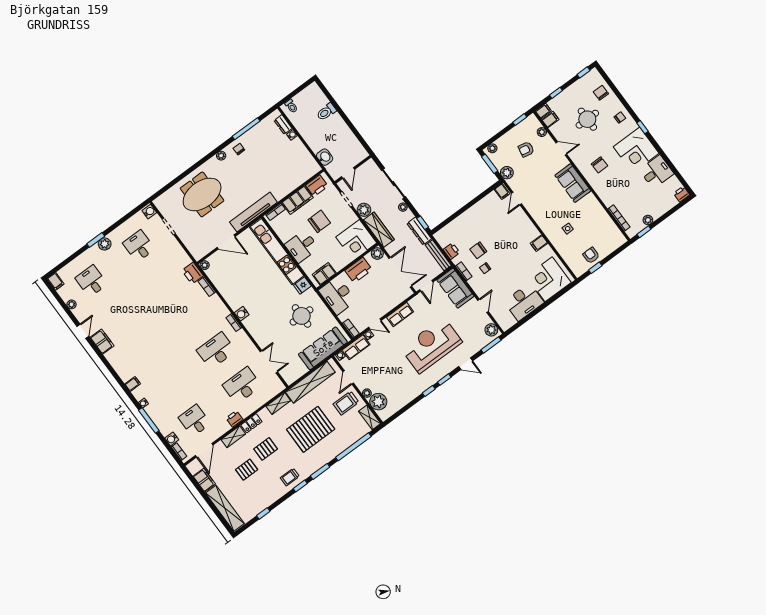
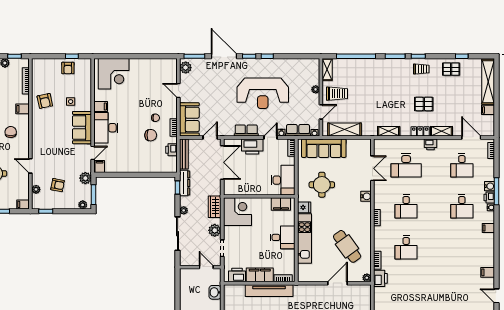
filing cabinet: (550, 120) -> (23, 109), moved
door: (348, 173) -> (206, 267), hinge flipped
sofa: (573, 183) -> (82, 128), moved, turned 180
tv unit: (253, 212) -> (269, 291), moved
armchair: (590, 213) -> (45, 101), added
chair: (319, 221) -> (255, 247), removed
wardrobe: (379, 230) -> (215, 207), width x0.67
door: (226, 242) -> (338, 283), hinge flipped
kitchen unit: (277, 252) -> (304, 239), width x0.73
plant: (377, 253) -> (229, 190), removed
printer: (359, 270) -> (252, 146), moved, turned 180
double door: (400, 272) -> (222, 162), swing flipped
cafe table: (241, 279) -> (347, 246), added
desk: (524, 302) -> (106, 128), moved, turned -90
door: (483, 306) -> (178, 90), hinge flipped
water cooler: (242, 314) -> (366, 196), moved
desk: (190, 316) -> (406, 247), added
door: (375, 324) -> (271, 137), hinge flipped
door: (83, 331) -> (496, 296), hinge flipped
filing cabinet: (102, 342) -> (488, 272), width x0.50
reception desk: (431, 345) -> (263, 93), moved
desk: (216, 351) -> (406, 206), width x0.73
double door: (269, 362) -> (372, 168), swing flipped
door: (466, 364) -> (224, 56), width x1.88
shelving: (310, 382) -> (344, 130), width x0.68
desk: (169, 386) -> (462, 206), added
plant: (378, 402) -> (312, 77), removed
printer: (151, 411) -> (489, 197), added
pallet: (311, 429) -> (379, 94), removed
water cooler: (172, 439) -> (489, 186), moved
door: (204, 450) -> (471, 137), hinge flipped
pallet: (247, 470) -> (451, 69), moved
filing cabinet: (204, 480) -> (488, 110), width x0.50

